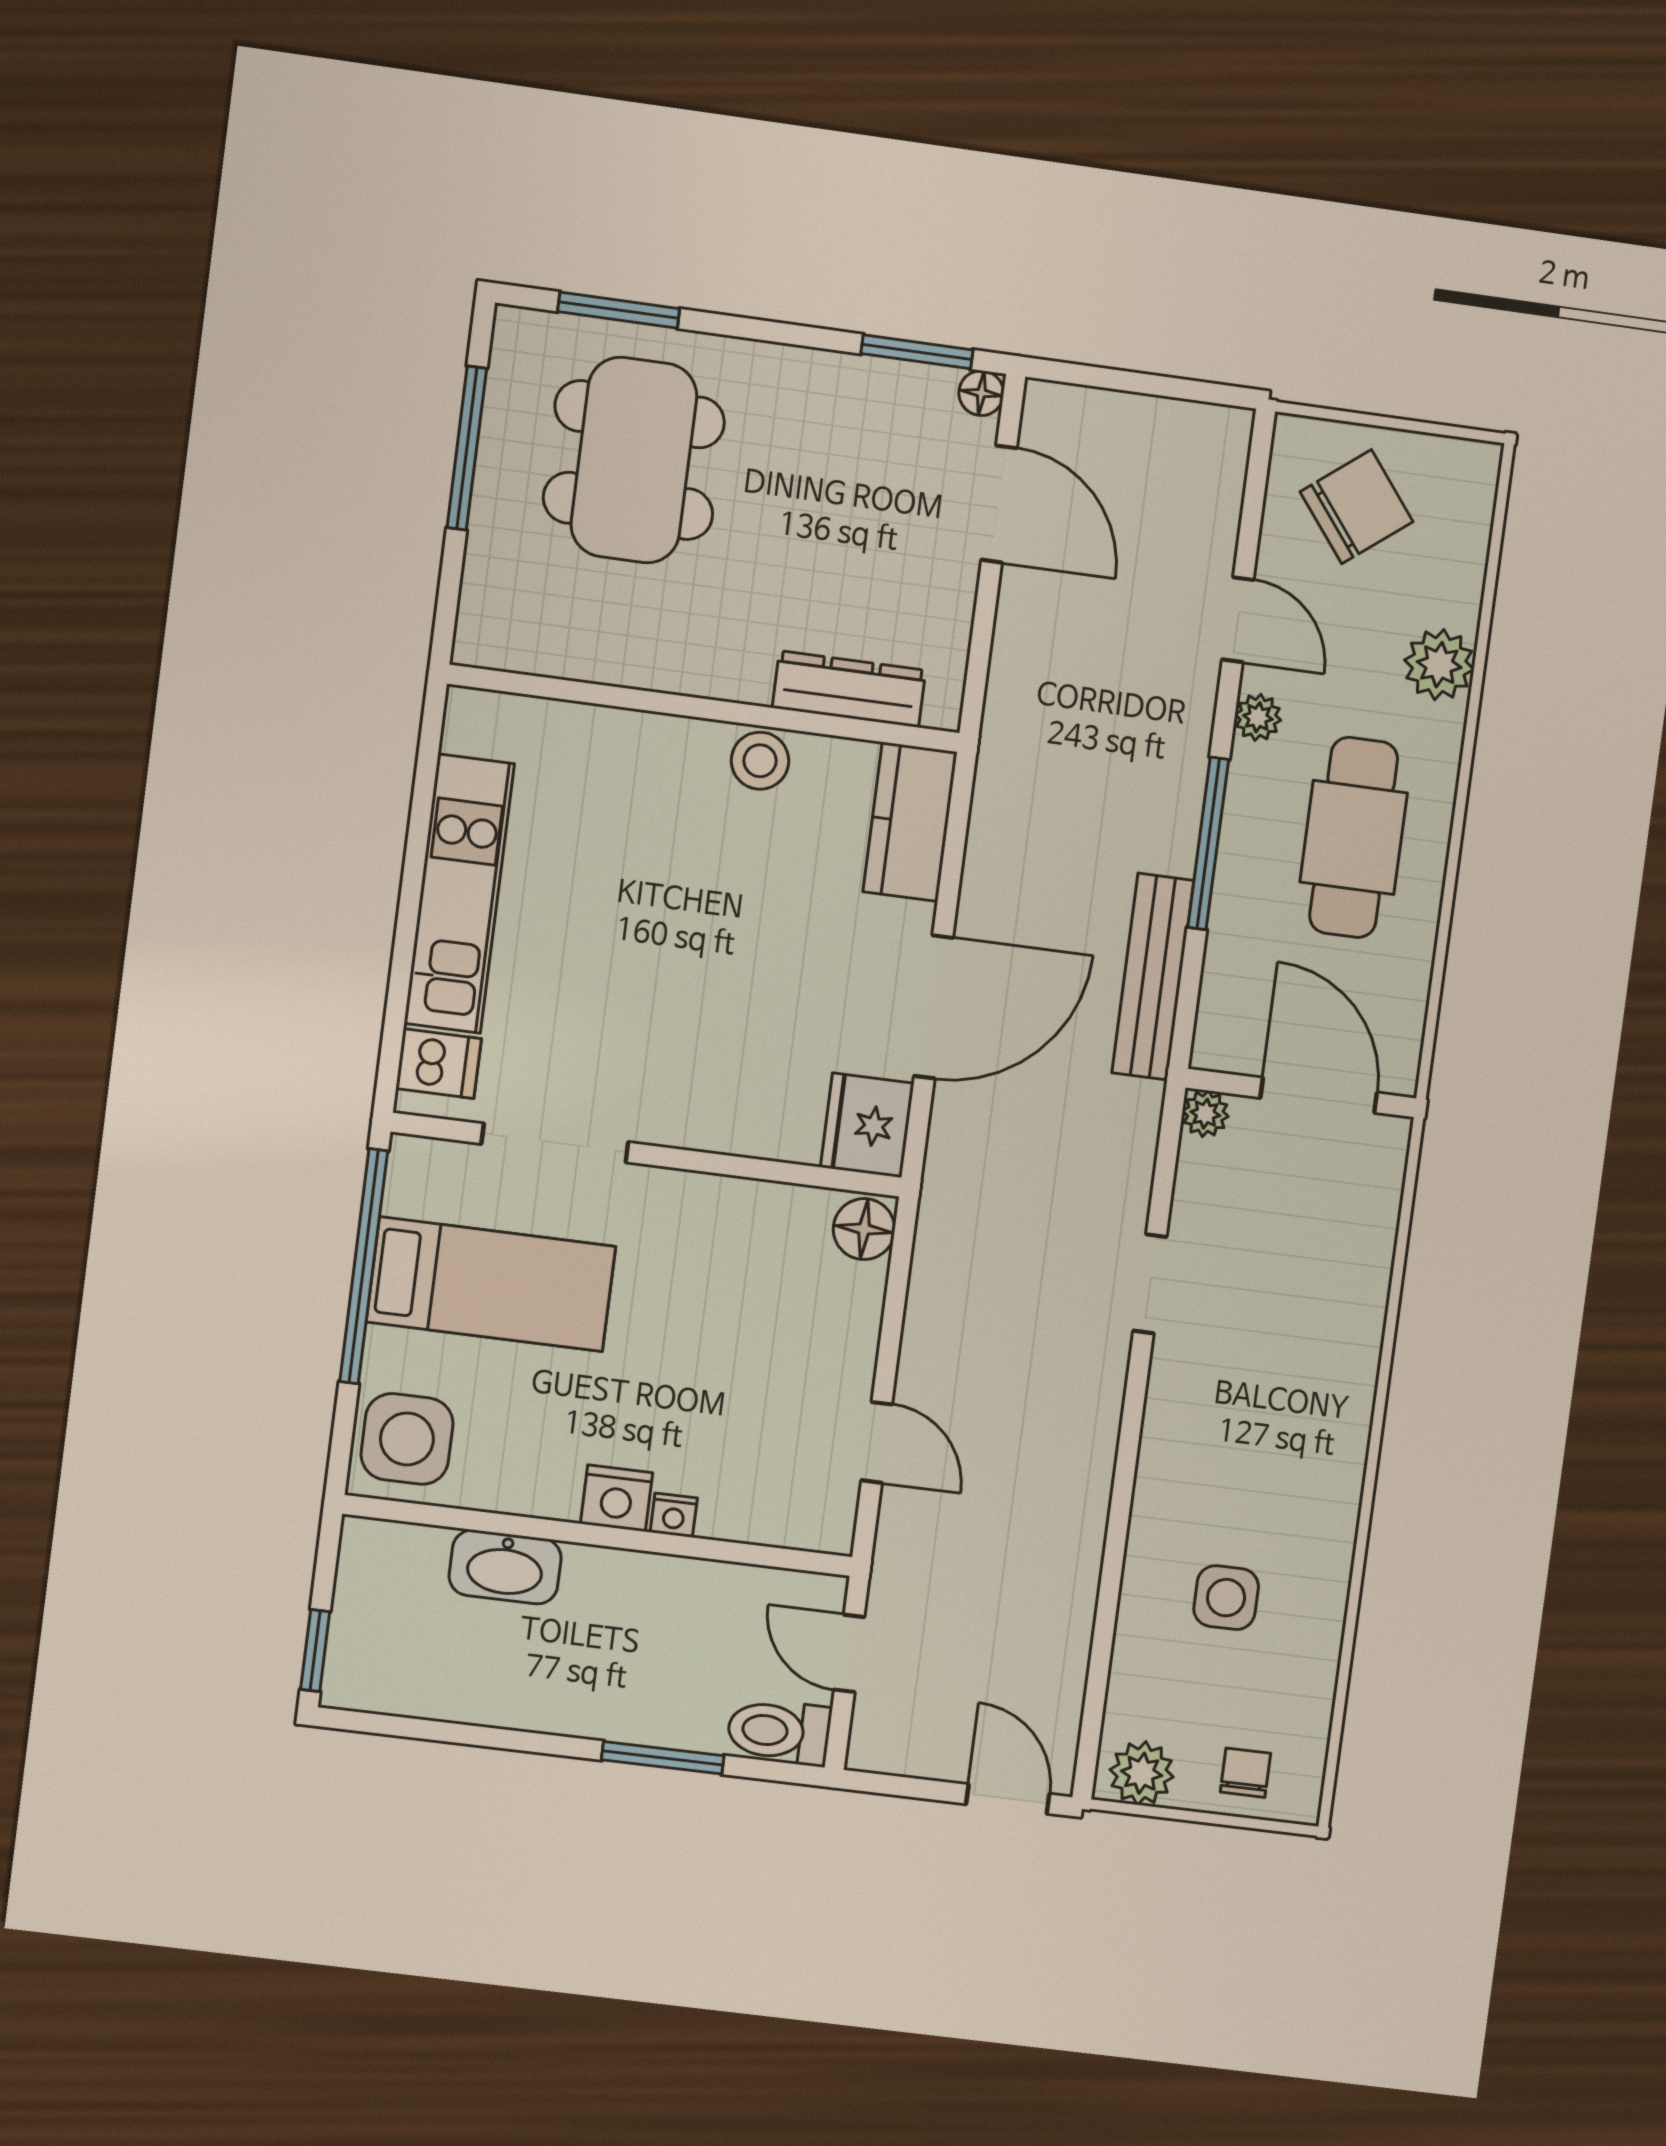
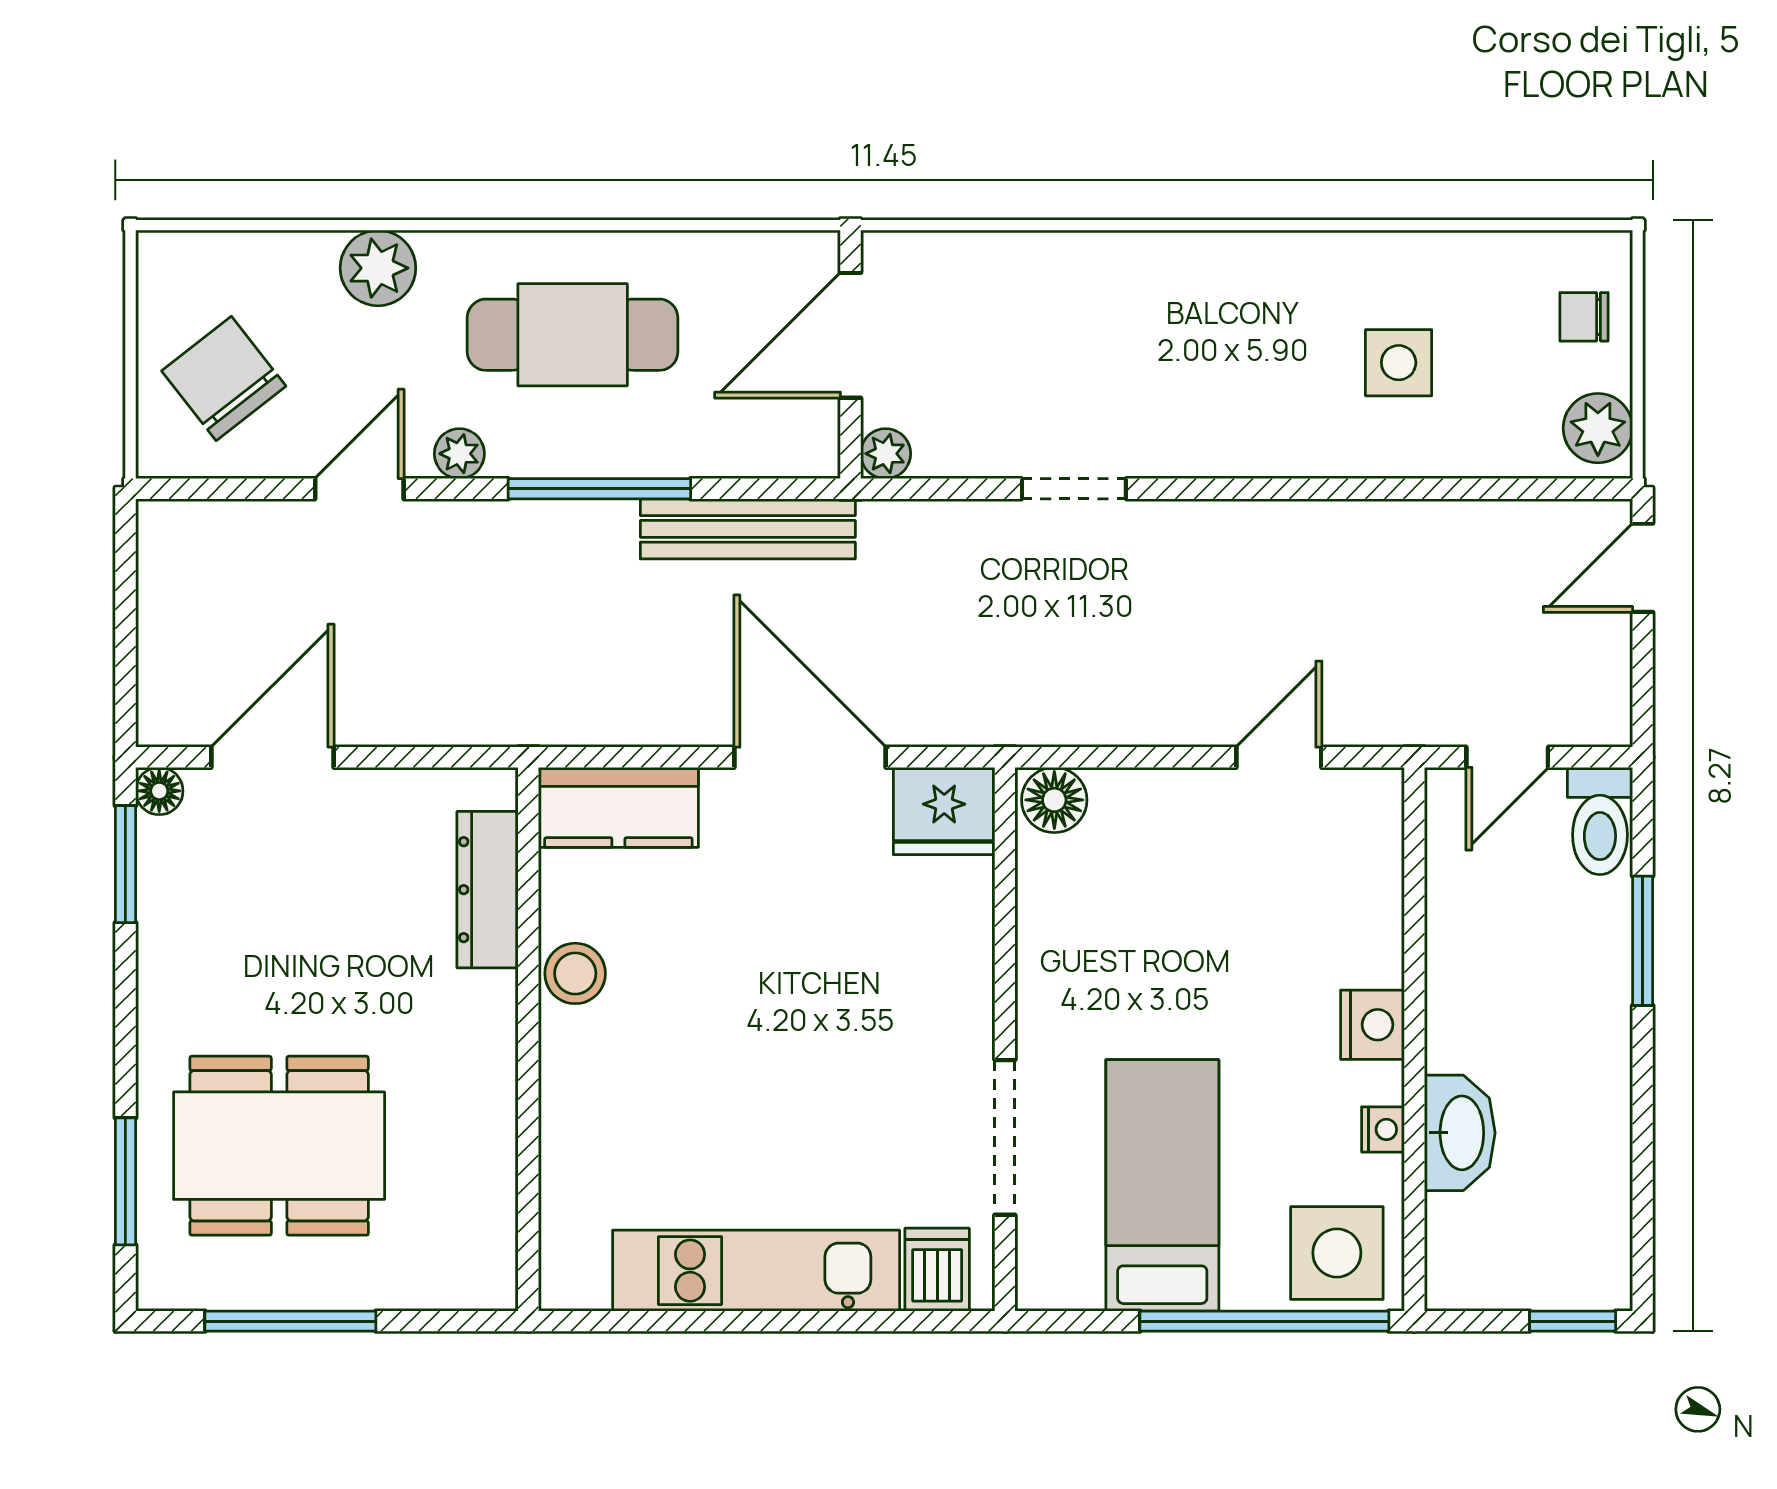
window: (364, 1266) -> (1264, 1321), moved
nightstand: (674, 1515) -> (1383, 1129), moved

